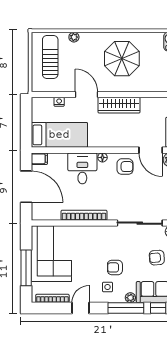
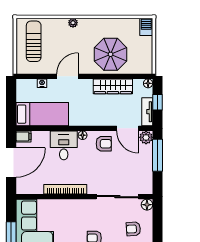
plant: (74, 37) -> (73, 23), moved
parasol: (122, 59) -> (111, 54), moved
door: (86, 94) -> (68, 76), hinge flipped
wardrobe: (119, 105) -> (113, 86), moved
door: (26, 187) -> (11, 163), hinge flipped

